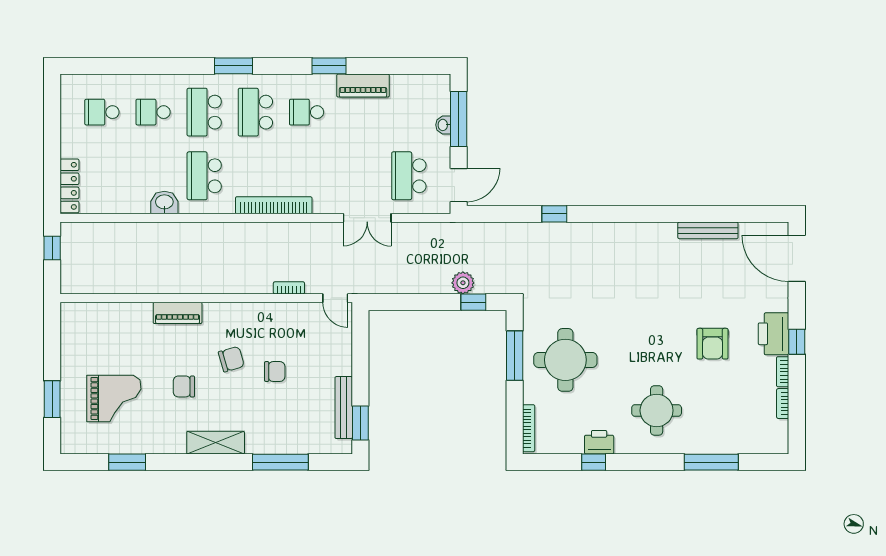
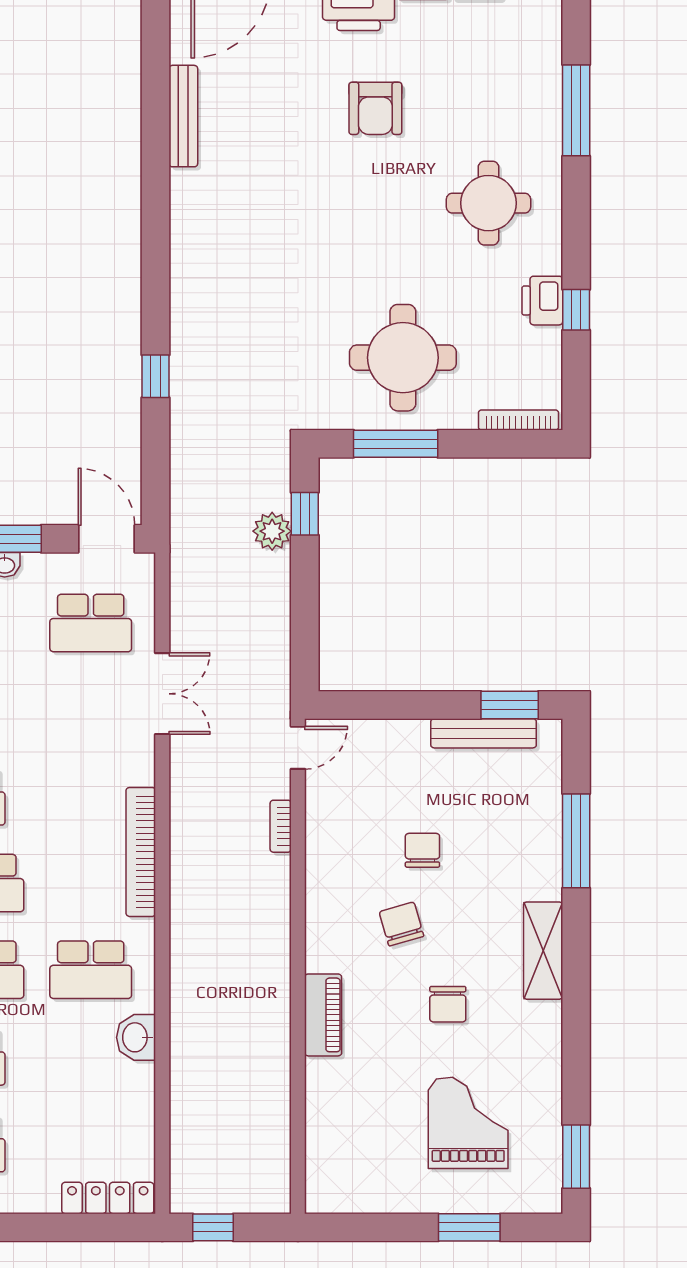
armchair: (712, 344) -> (375, 108), turned 90
window: (127, 462) -> (576, 1157), moved

